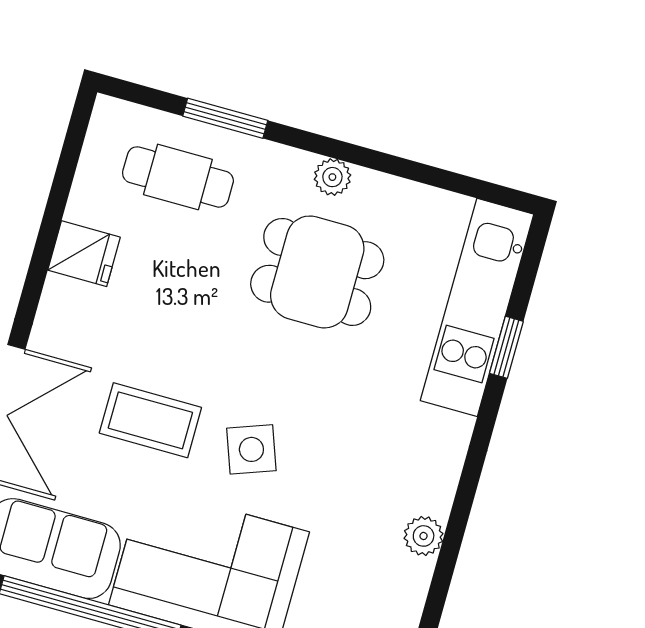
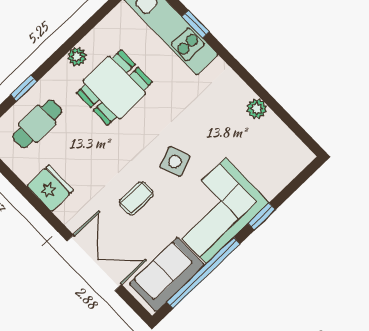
window: (225, 118) -> (24, 88), width x0.67
fridge: (84, 254) -> (50, 188), width x1.38
coffee table: (150, 420) -> (136, 198), width x0.73, depth x0.77

